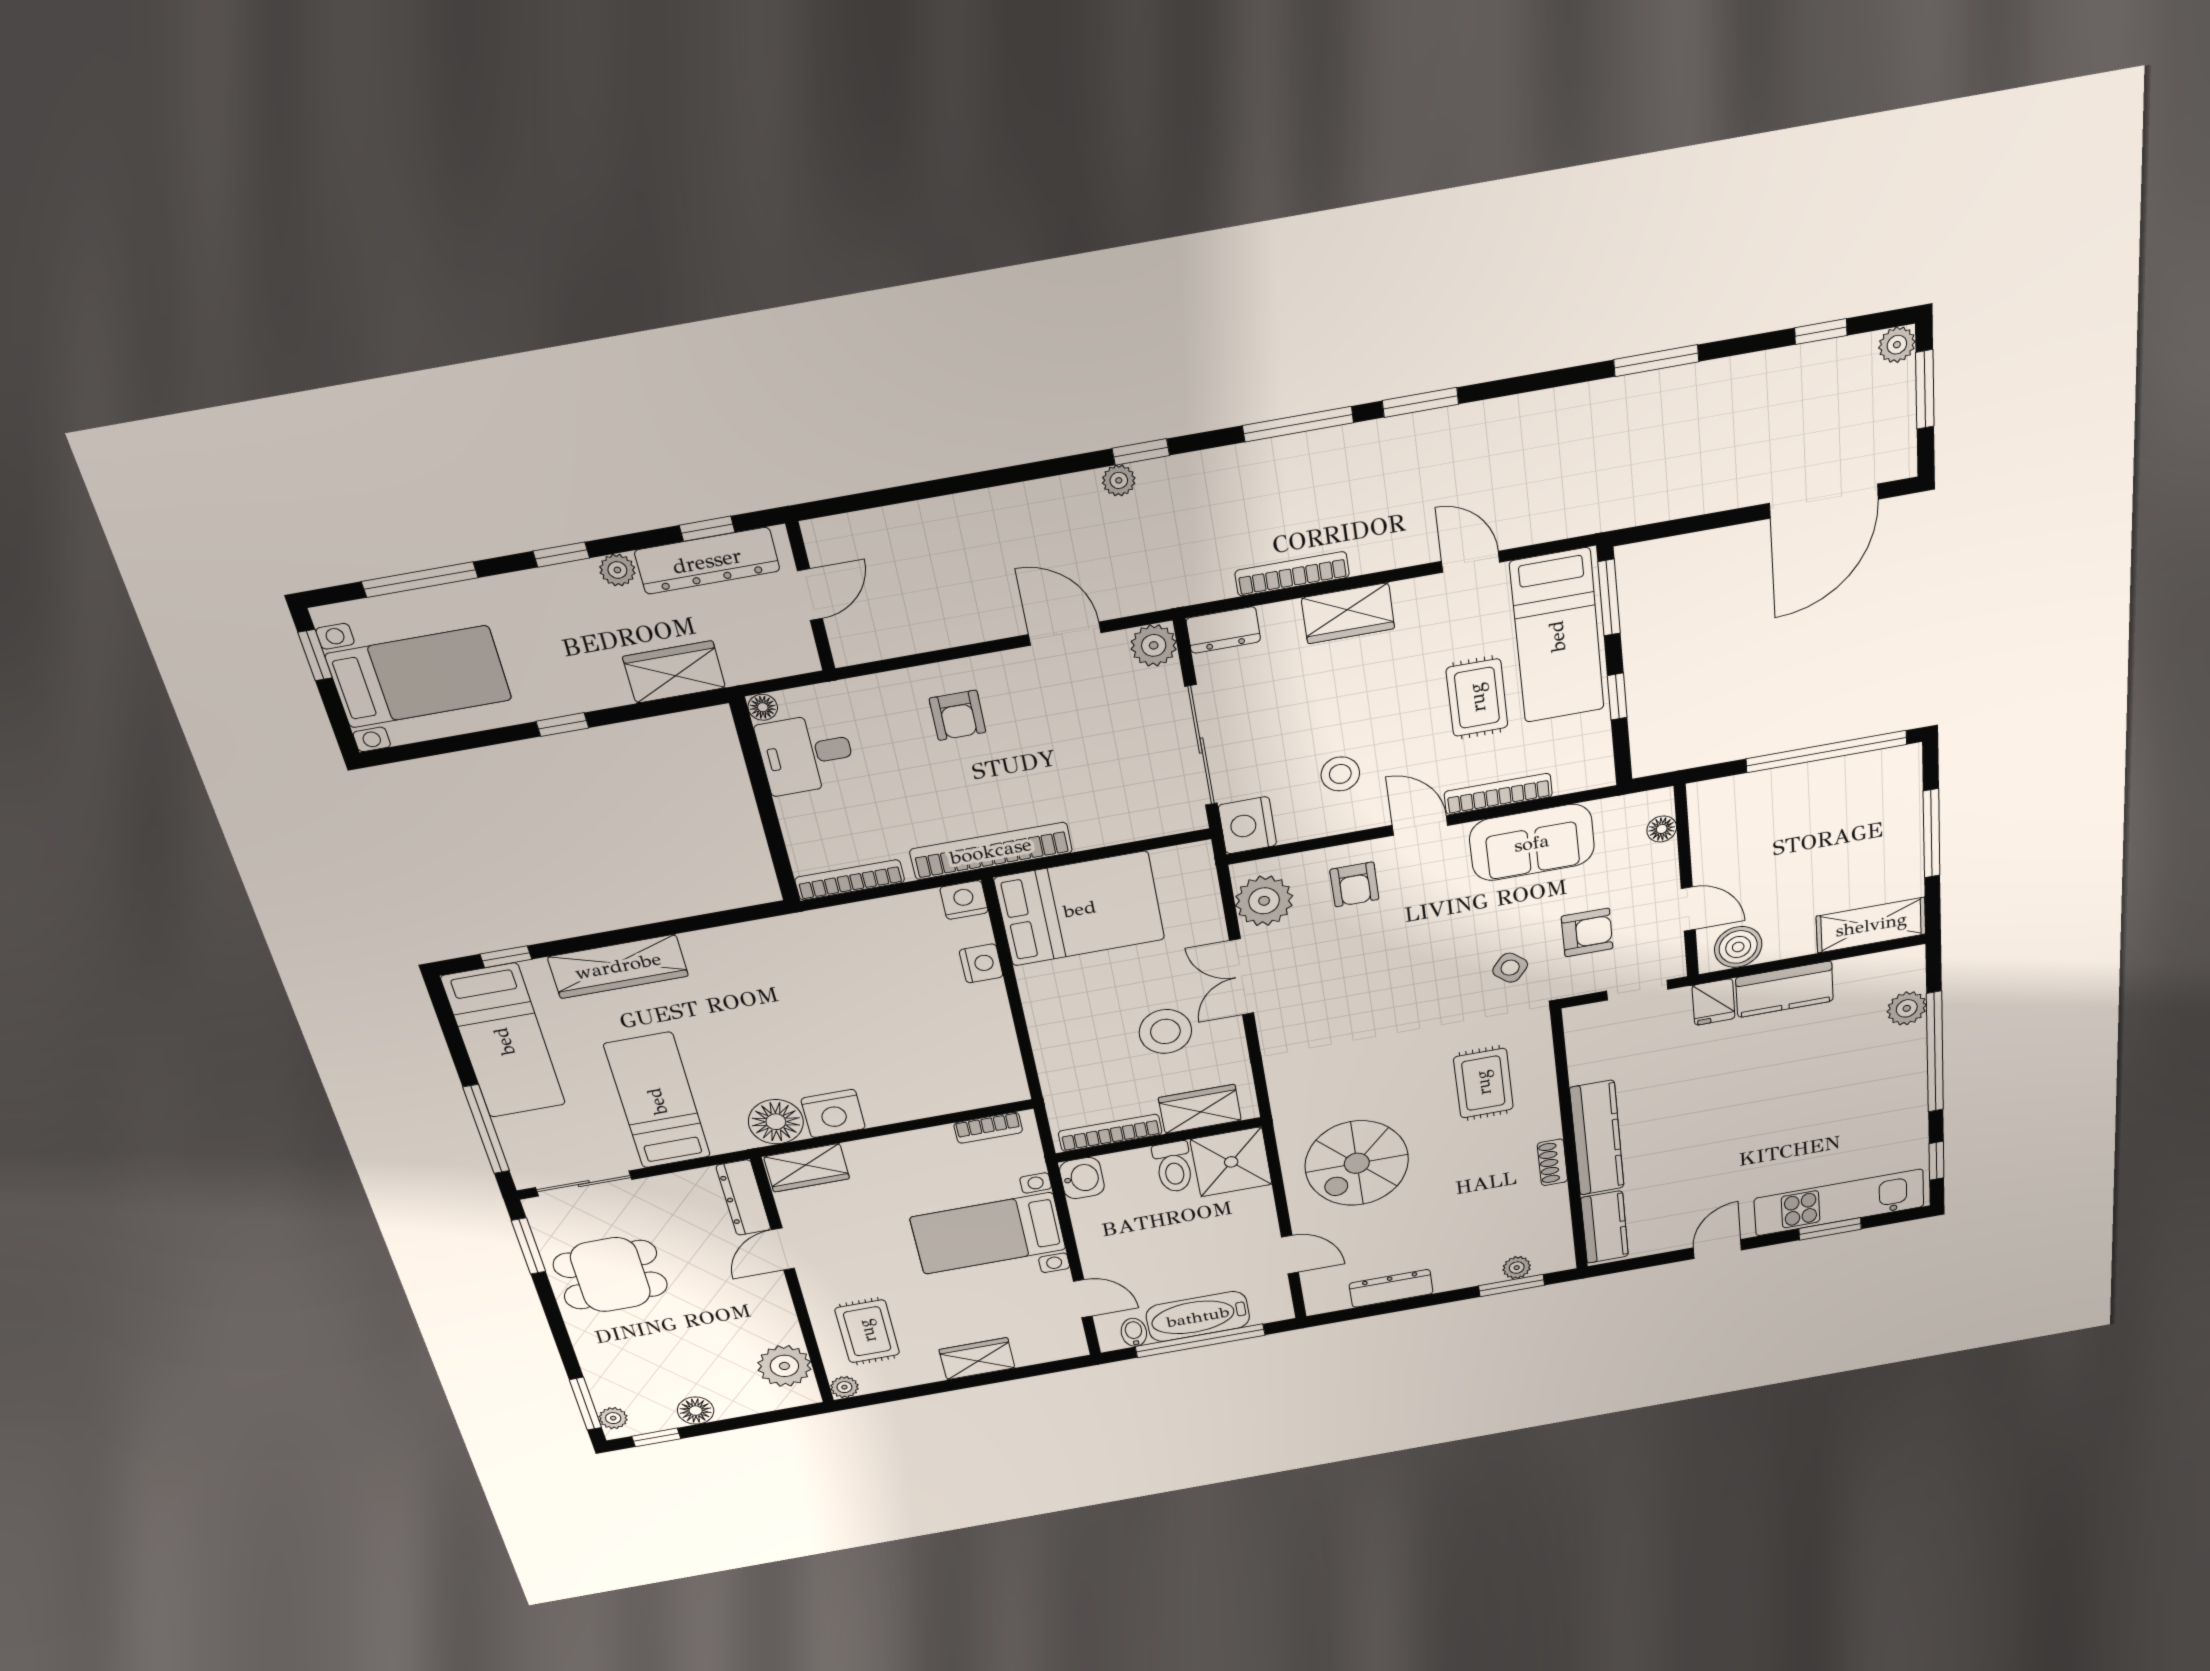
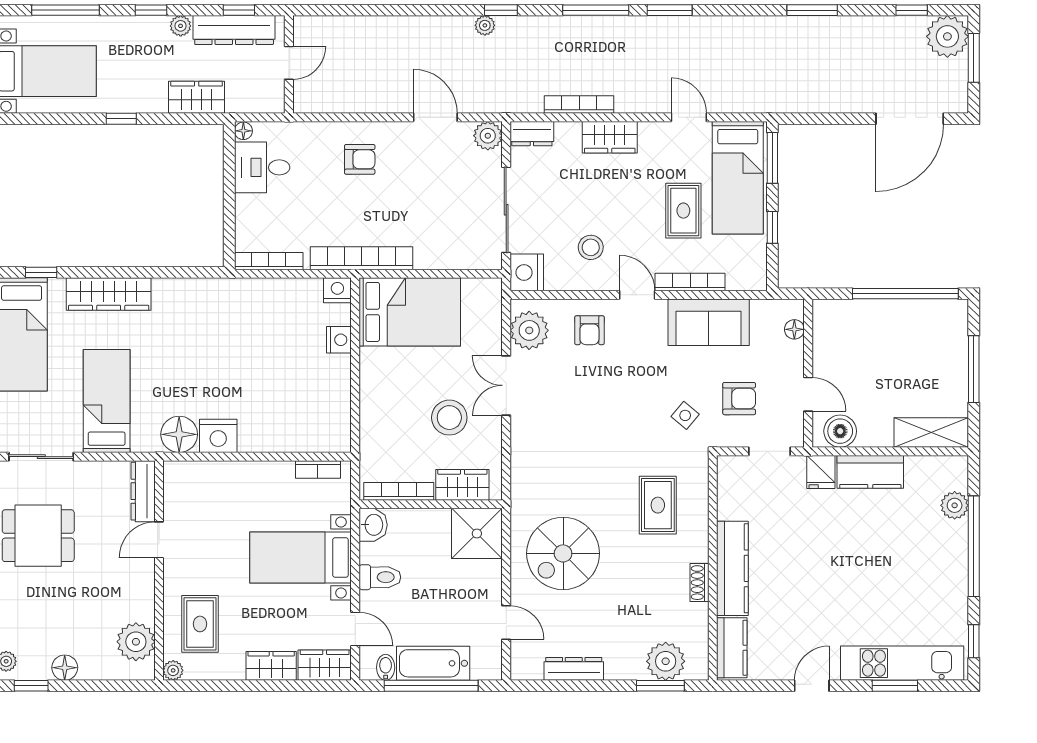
plant: (1897, 345) -> (947, 36), width x1.87, depth x1.87
armchair: (957, 715) -> (360, 159), turned -90
toilet: (1173, 1167) -> (380, 577), moved, turned -90
wardrobe: (807, 1168) -> (325, 665), moved, turned 180
plant: (1517, 1268) -> (666, 661), width x1.88, depth x1.88

